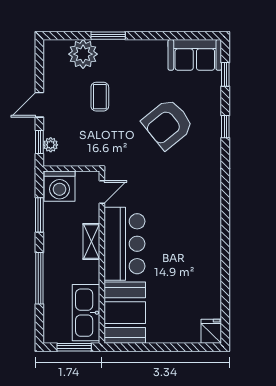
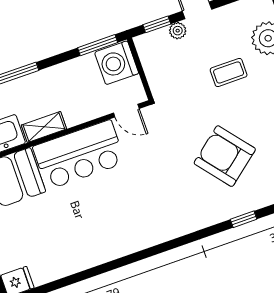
plant: (51, 145) -> (178, 31), moved
window: (39, 215) -> (98, 45), moved
shelving: (91, 242) -> (44, 127), moved

